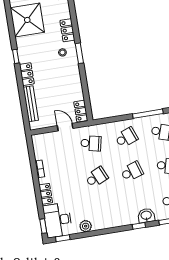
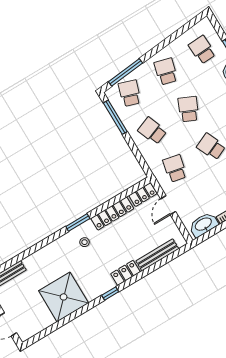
locker: (67, 30) -> (112, 213), moved, width x1.53
washbasin: (40, 148) -> (204, 224), added
school desk: (132, 172) -> (188, 109), turned 42

